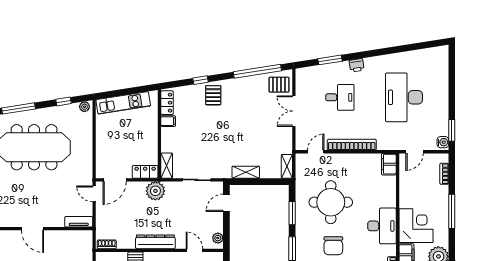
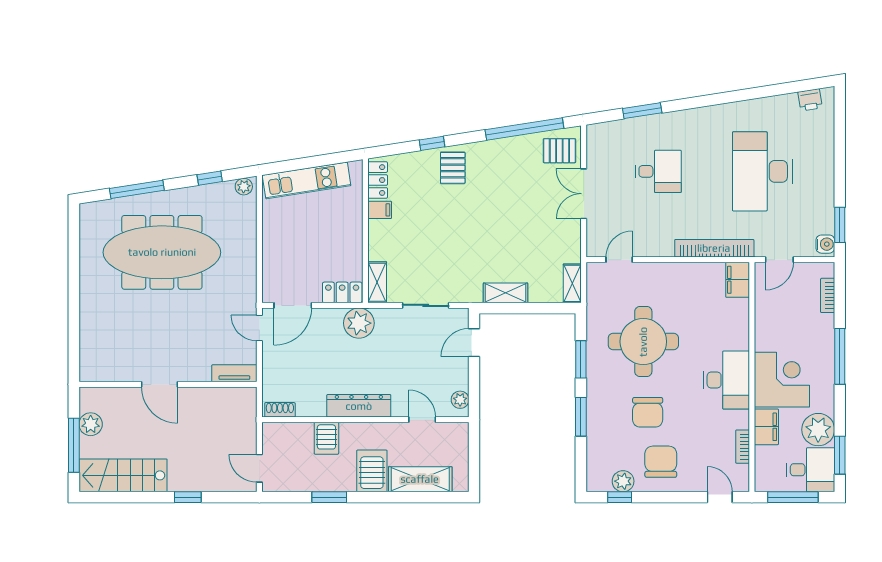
printer: (357, 65) -> (810, 100), moved
bookcase: (352, 145) -> (714, 248), moved

